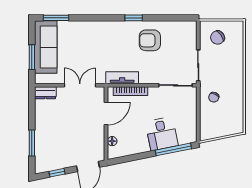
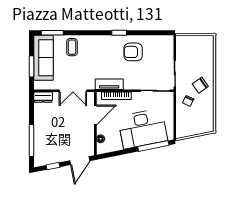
coffee table: (79, 35) -> (72, 47), added
chair: (217, 38) -> (200, 85), moved
double door: (80, 85) -> (73, 91), swing flipped
desk: (162, 134) -> (143, 129), width x1.87, depth x1.30
window: (32, 143) -> (31, 140), width x1.44

